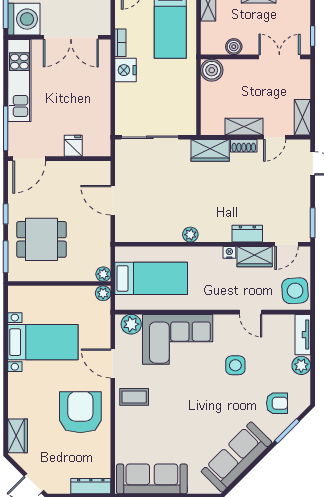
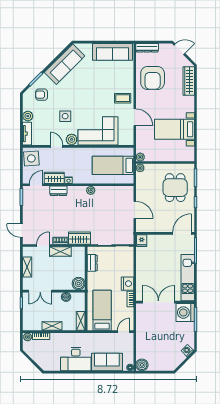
dresser: (188, 107) -> (92, 263), added
shelving: (302, 117) -> (27, 267), moved
fridge: (73, 146) -> (142, 241), moved
dining table: (42, 239) -> (175, 188), turned 90
plant: (131, 324) -> (72, 139), moved
armchair: (80, 412) -> (153, 78), moved
wardrobe: (18, 436) -> (189, 81), width x1.50

